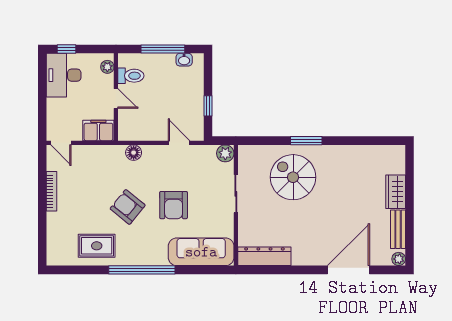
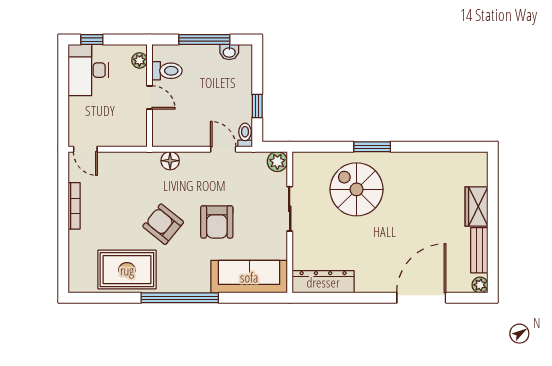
filing cabinet: (98, 130) -> (129, 135), removed
toilet: (198, 131) -> (245, 135), added
rug: (97, 246) -> (127, 270), width x1.36, depth x1.43

